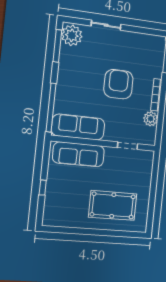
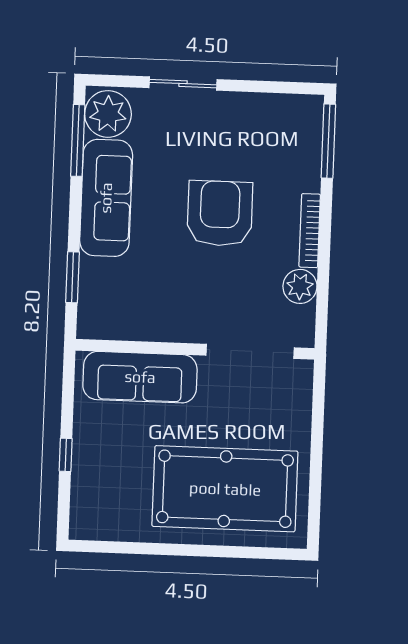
window: (51, 108) -> (72, 277), width x0.47
sofa: (78, 127) -> (106, 198), moved, turned 90
doorway: (128, 146) -> (250, 351), width x1.87
pool table: (113, 205) -> (225, 489), width x1.36, depth x1.32

